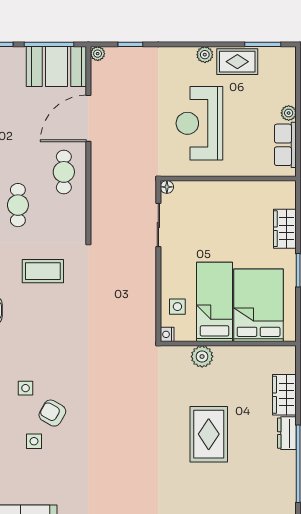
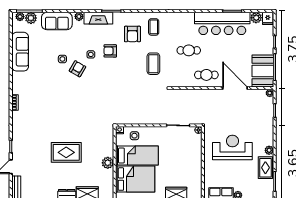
armchair: (19, 352) -> (110, 51), added
plant: (202, 356) -> (108, 163), moved

